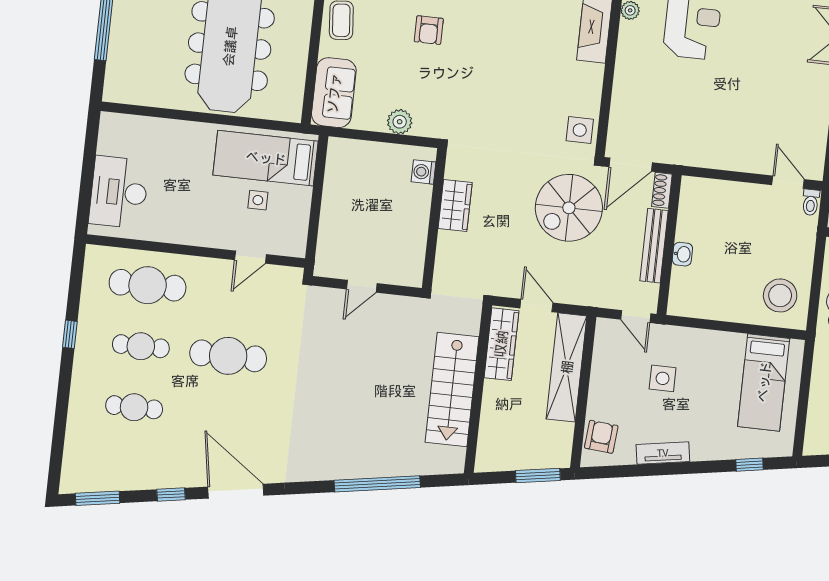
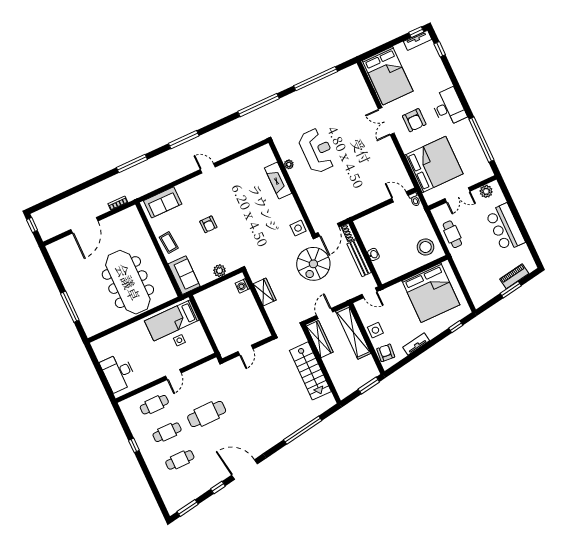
door: (250, 257) -> (173, 374), moved
cafe table: (148, 285) -> (154, 405), width x0.73, depth x0.74
door: (536, 306) -> (325, 314), hinge flipped
side table: (663, 378) -> (375, 330), moved
bed: (764, 382) -> (431, 293), width x2.04

